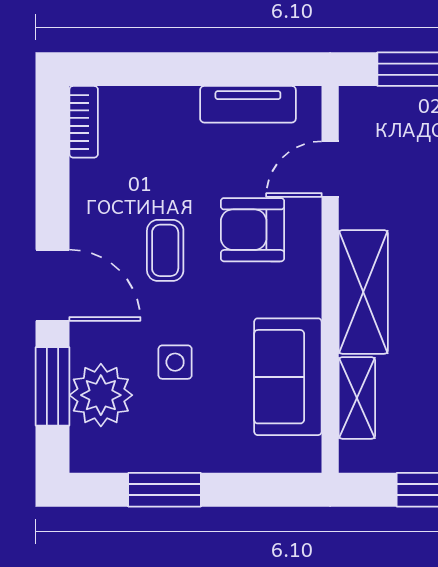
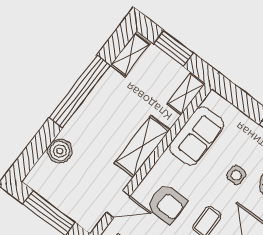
shelving: (357, 398) -> (186, 94), moved

